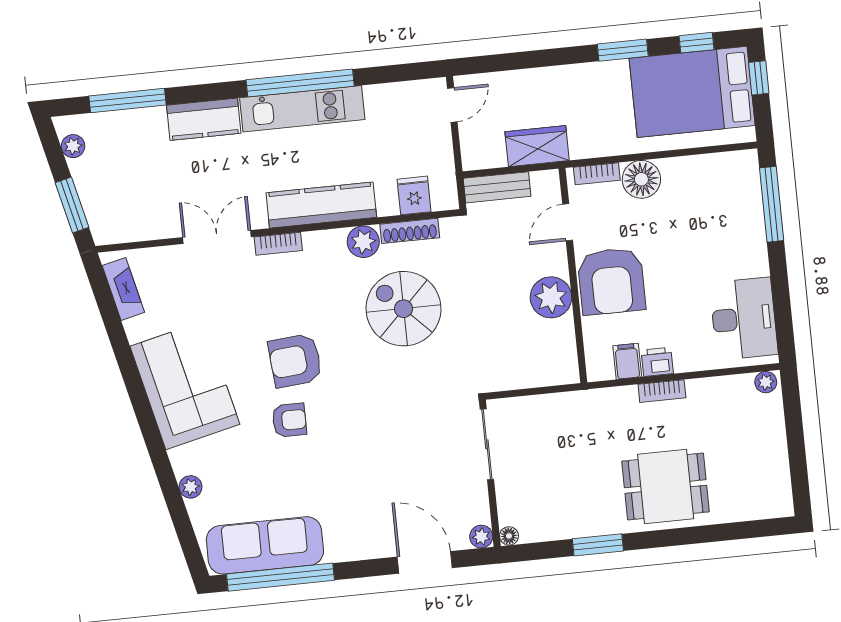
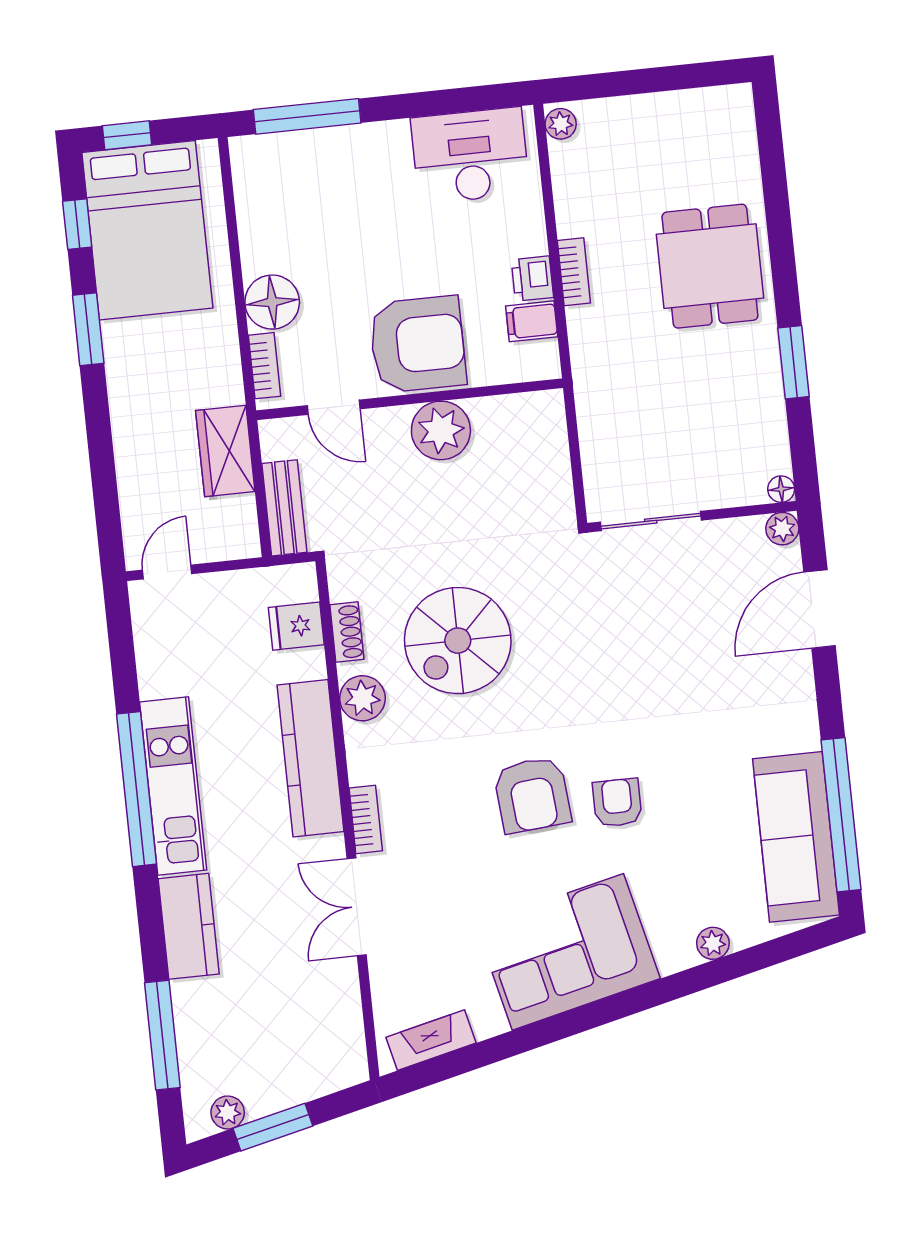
door: (452, 105) -> (167, 572), hinge flipped
window: (72, 205) -> (273, 1127), moved
shoe rack: (410, 231) -> (347, 632), width x0.70

